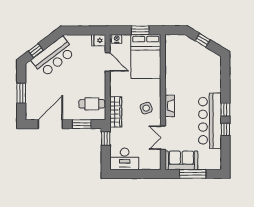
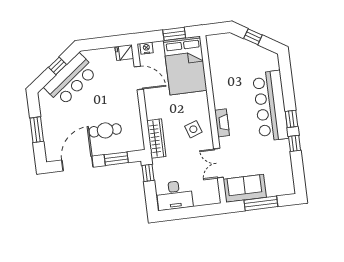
window: (36, 51) -> (57, 66), moved
cafe table: (92, 104) -> (105, 130), moved
bar counter: (210, 121) -> (270, 106), moved

